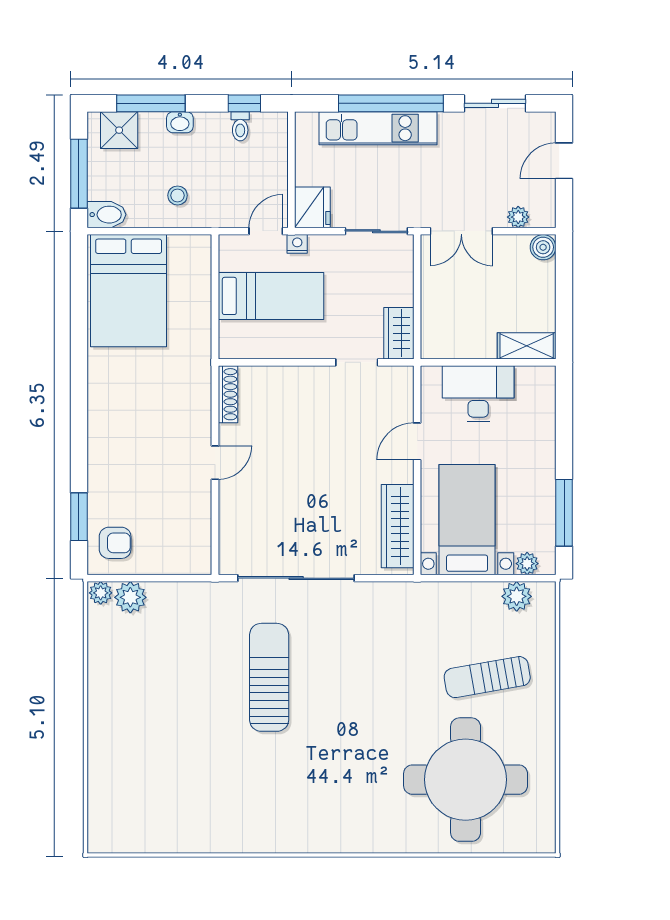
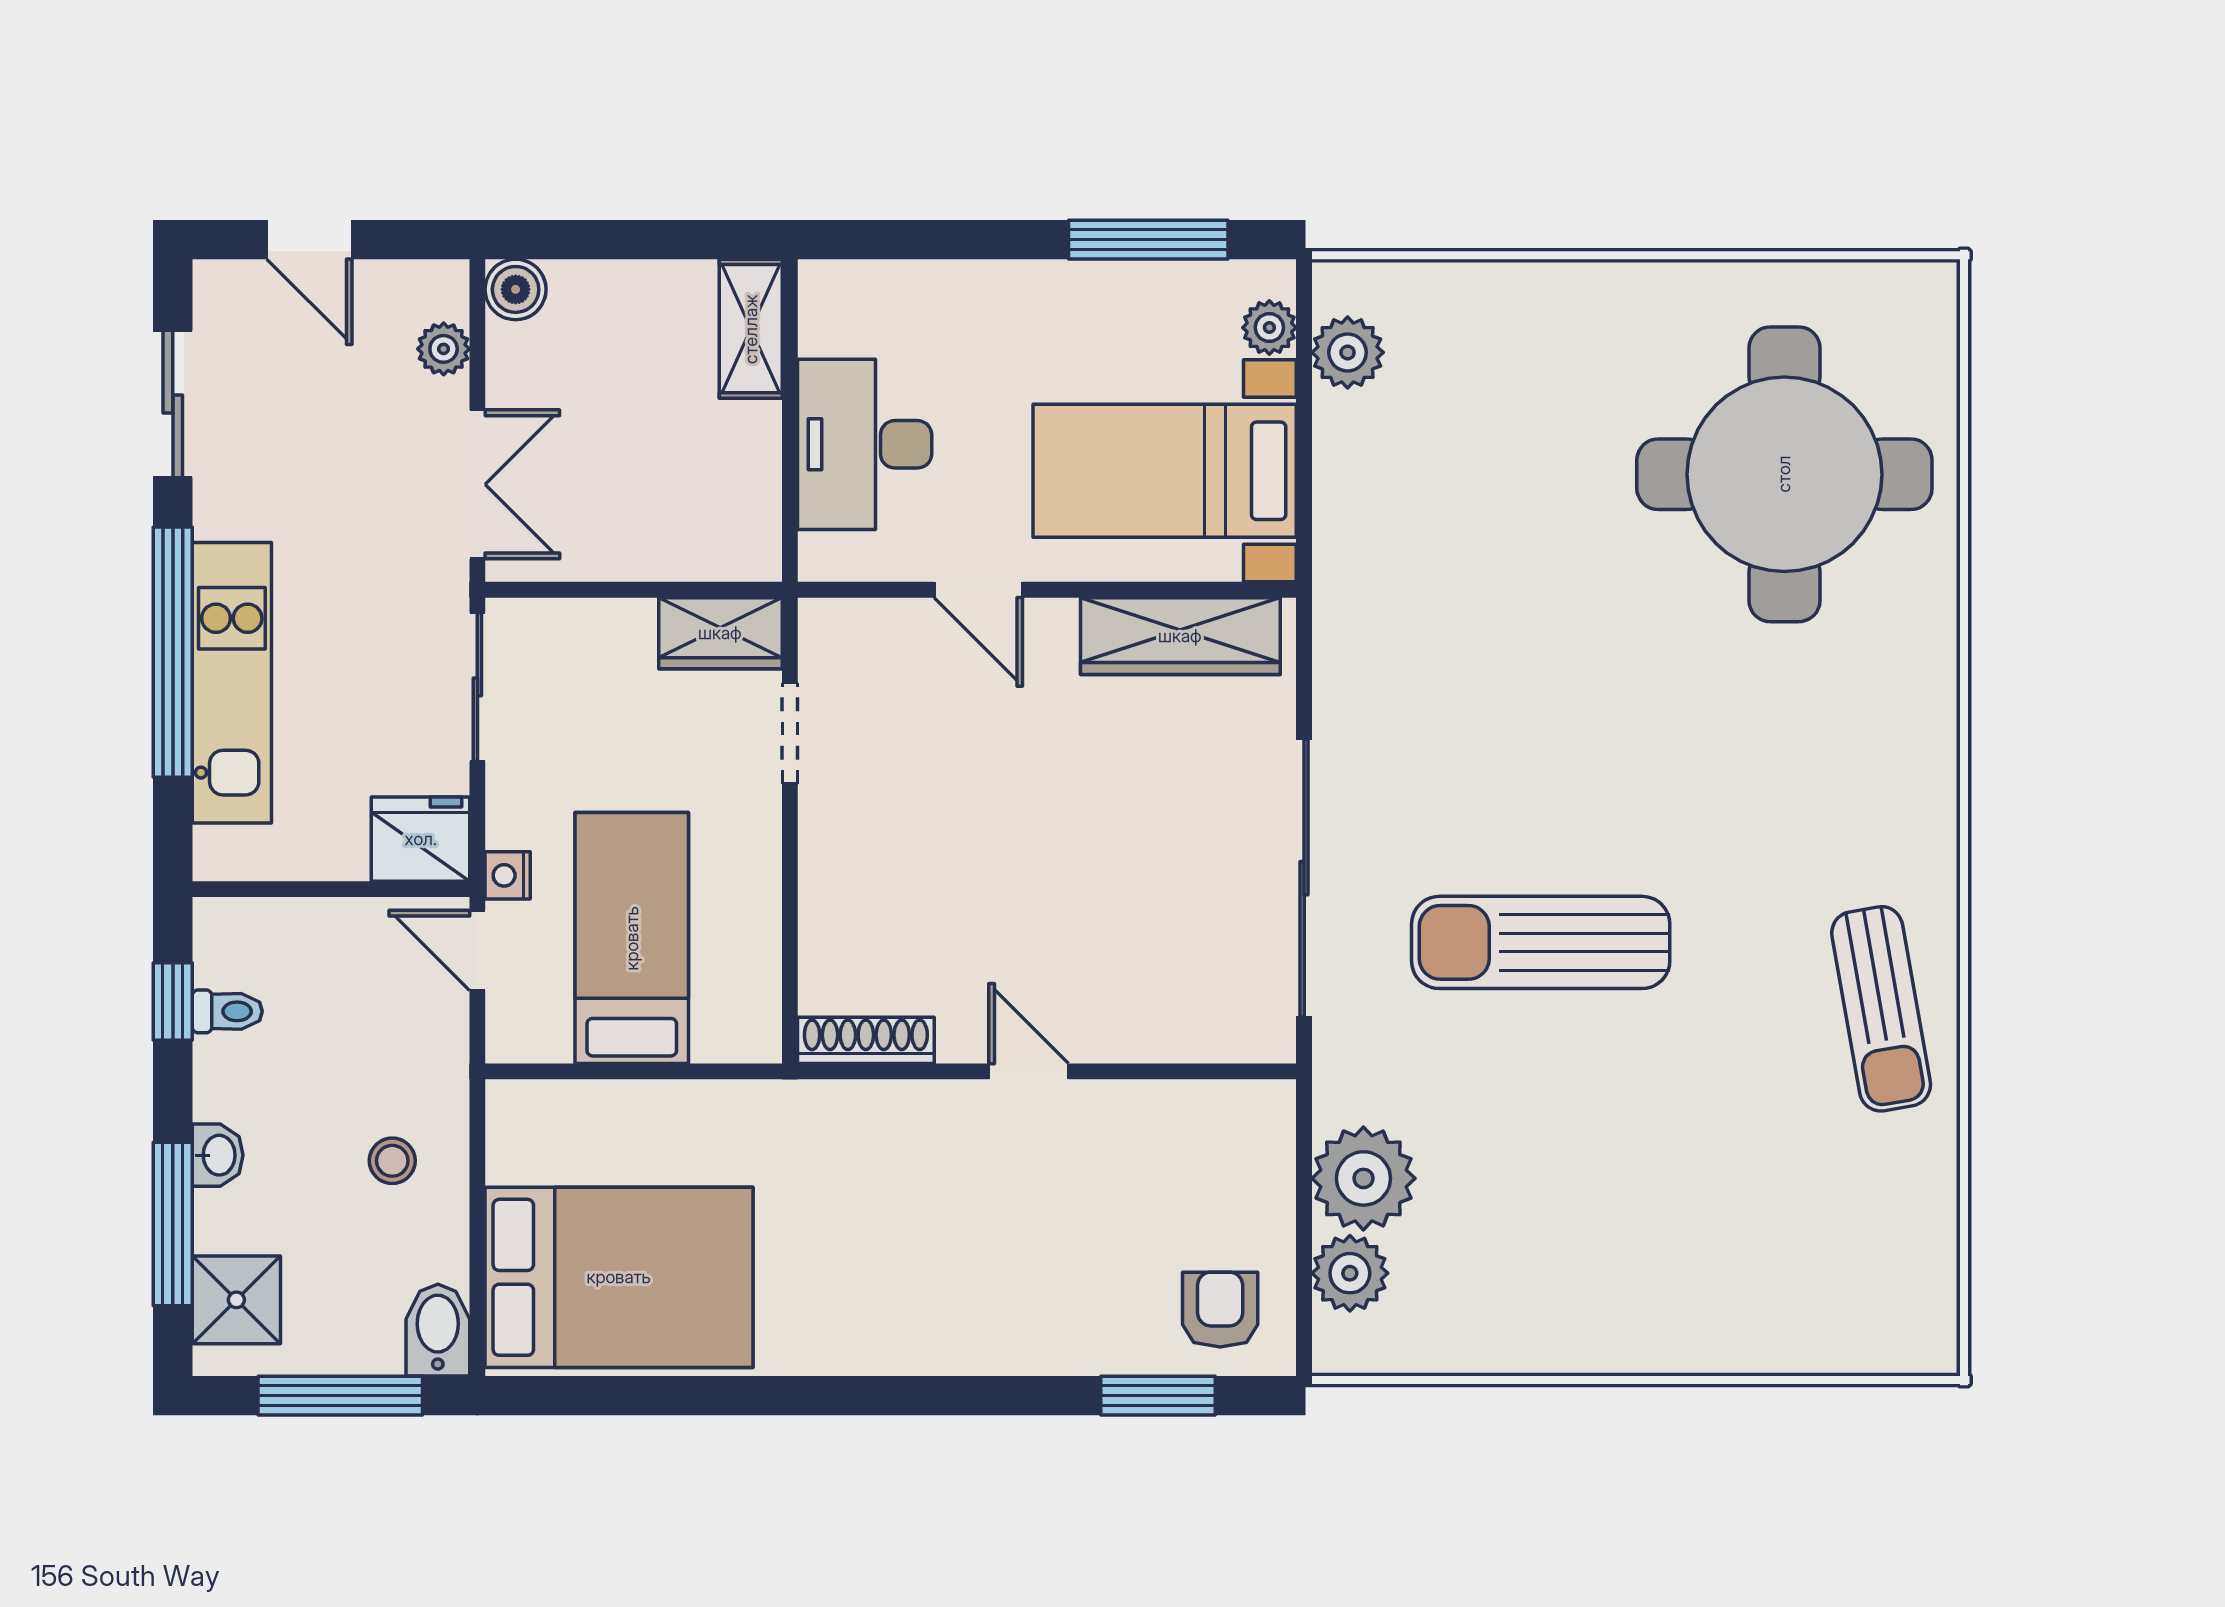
plant: (101, 593) -> (1363, 1178), moved, width x1.87, depth x1.87
sun lounger: (487, 677) -> (1881, 1009), moved

